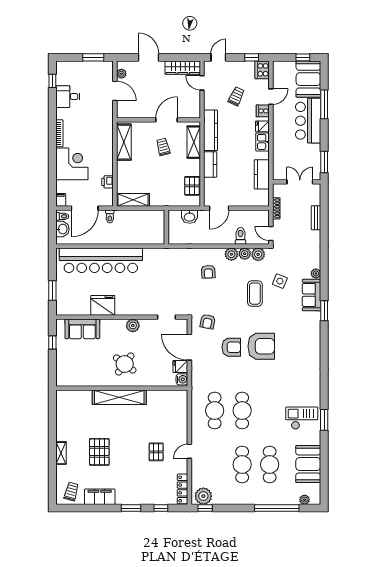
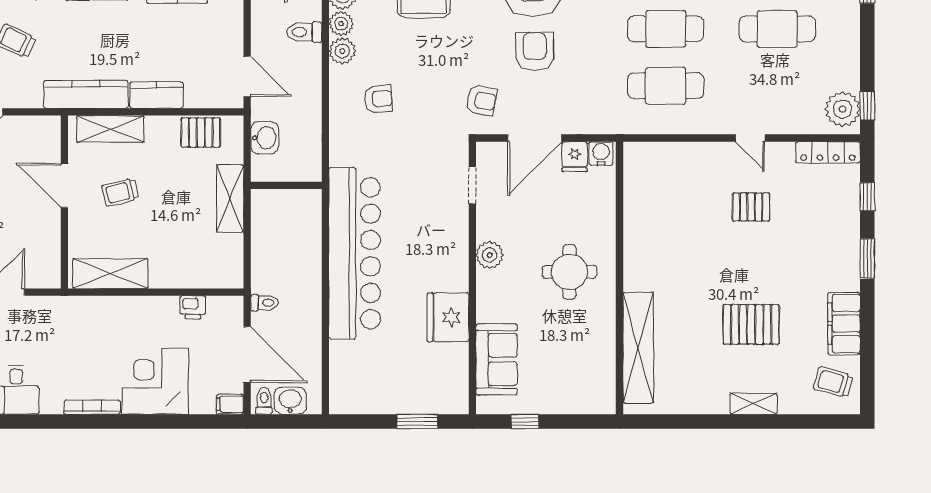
shelving: (133, 200) -> (230, 199), moved
bar counter: (101, 260) -> (355, 253), moved
round table: (125, 364) -> (569, 272), turned -37
shelving: (119, 397) -> (638, 348), moved

